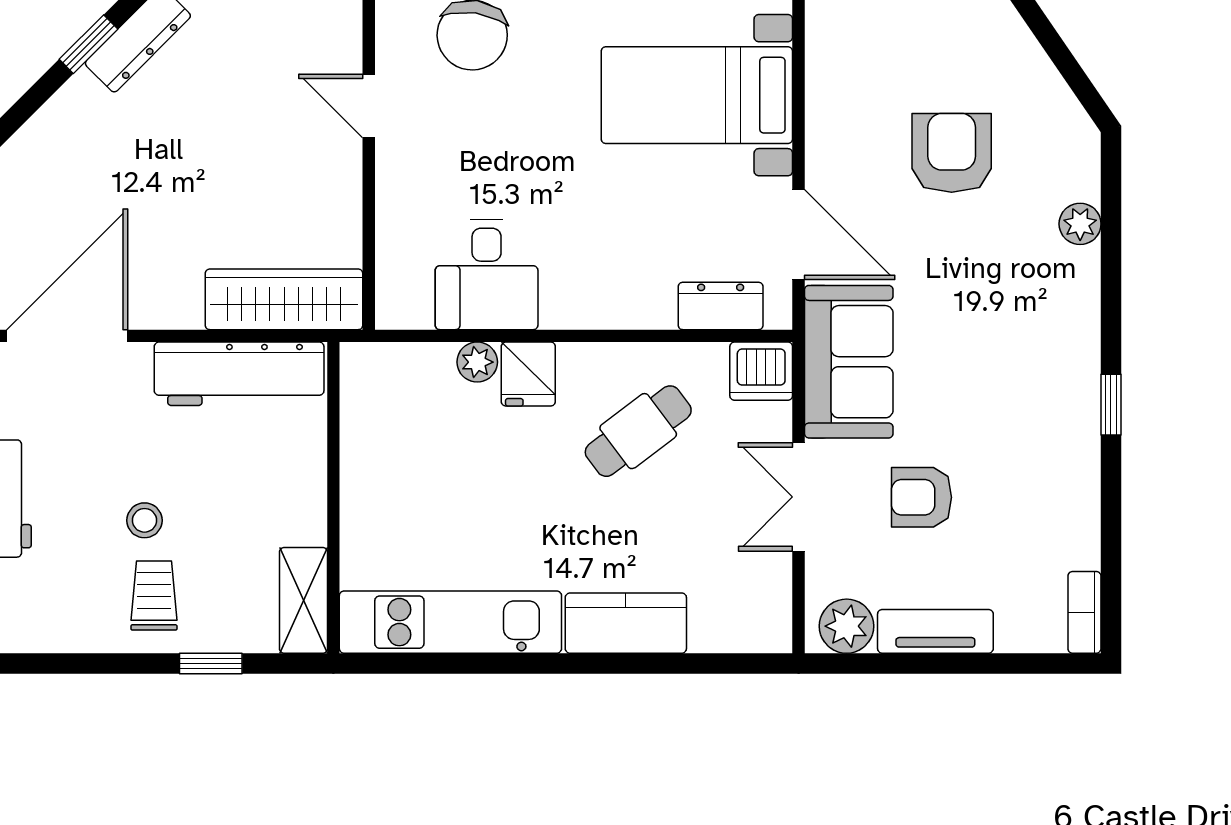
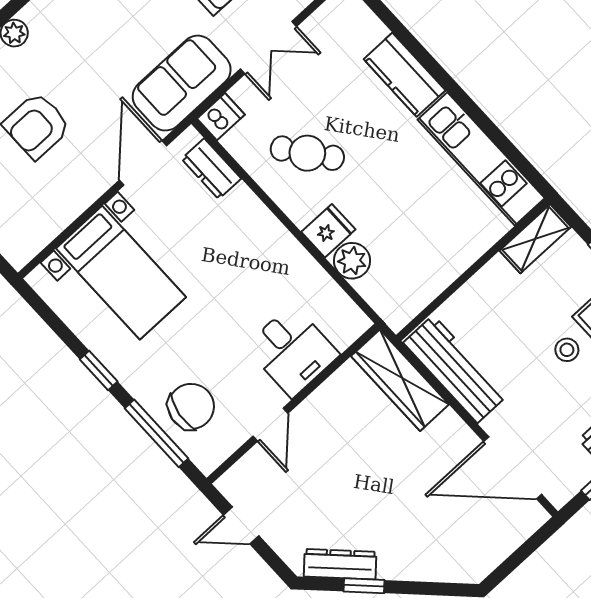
desk: (487, 275) -> (292, 351), moved, turned 90
plant: (477, 362) -> (352, 261), width x1.38, depth x1.38
dishwasher: (761, 371) -> (221, 117), width x0.73

